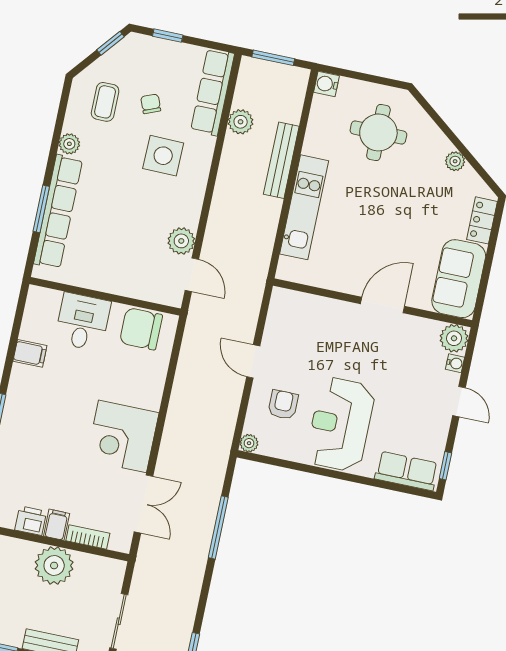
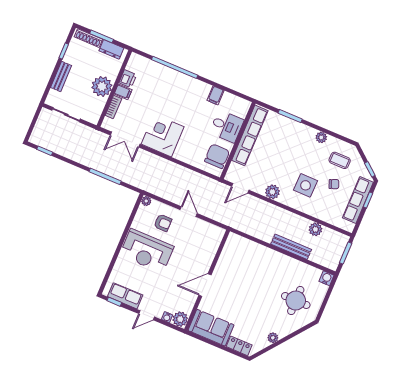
row of seats: (213, 92) -> (358, 200), moved, turned -90
kitchen unit: (304, 207) -> (264, 254), removed
row of seats: (58, 212) -> (250, 135), moved, turned -90
plant: (181, 241) -> (272, 192), moved
door: (382, 305) -> (205, 285), swing flipped
door: (253, 361) -> (189, 212), hinge flipped
reception desk: (340, 424) -> (147, 251), turned 180
row of seats: (407, 471) -> (125, 296), moved, turned -90

